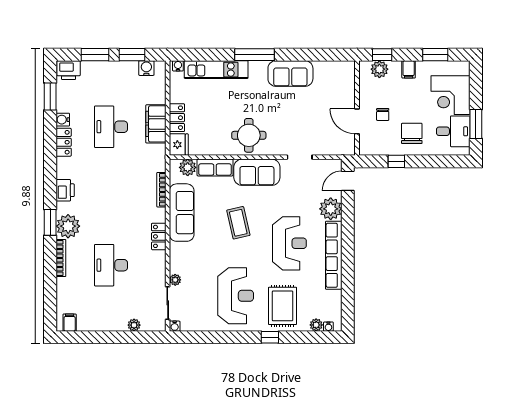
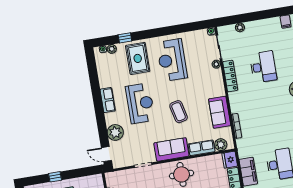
window: (396, 161) -> (55, 177), moved
door: (348, 181) -> (106, 154), swing flipped
sofa: (182, 213) -> (220, 112), width x0.73
locker: (159, 236) -> (230, 76), moved, width x1.53
reception desk: (289, 243) -> (140, 103), turned 180
row of seats: (334, 255) -> (108, 100), width x0.50
window: (270, 337) -> (125, 38), moved

